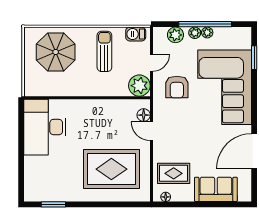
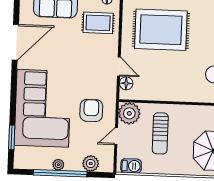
plant: (195, 33) -> (71, 165), removed
sun lounger: (104, 51) -> (160, 133), moved

